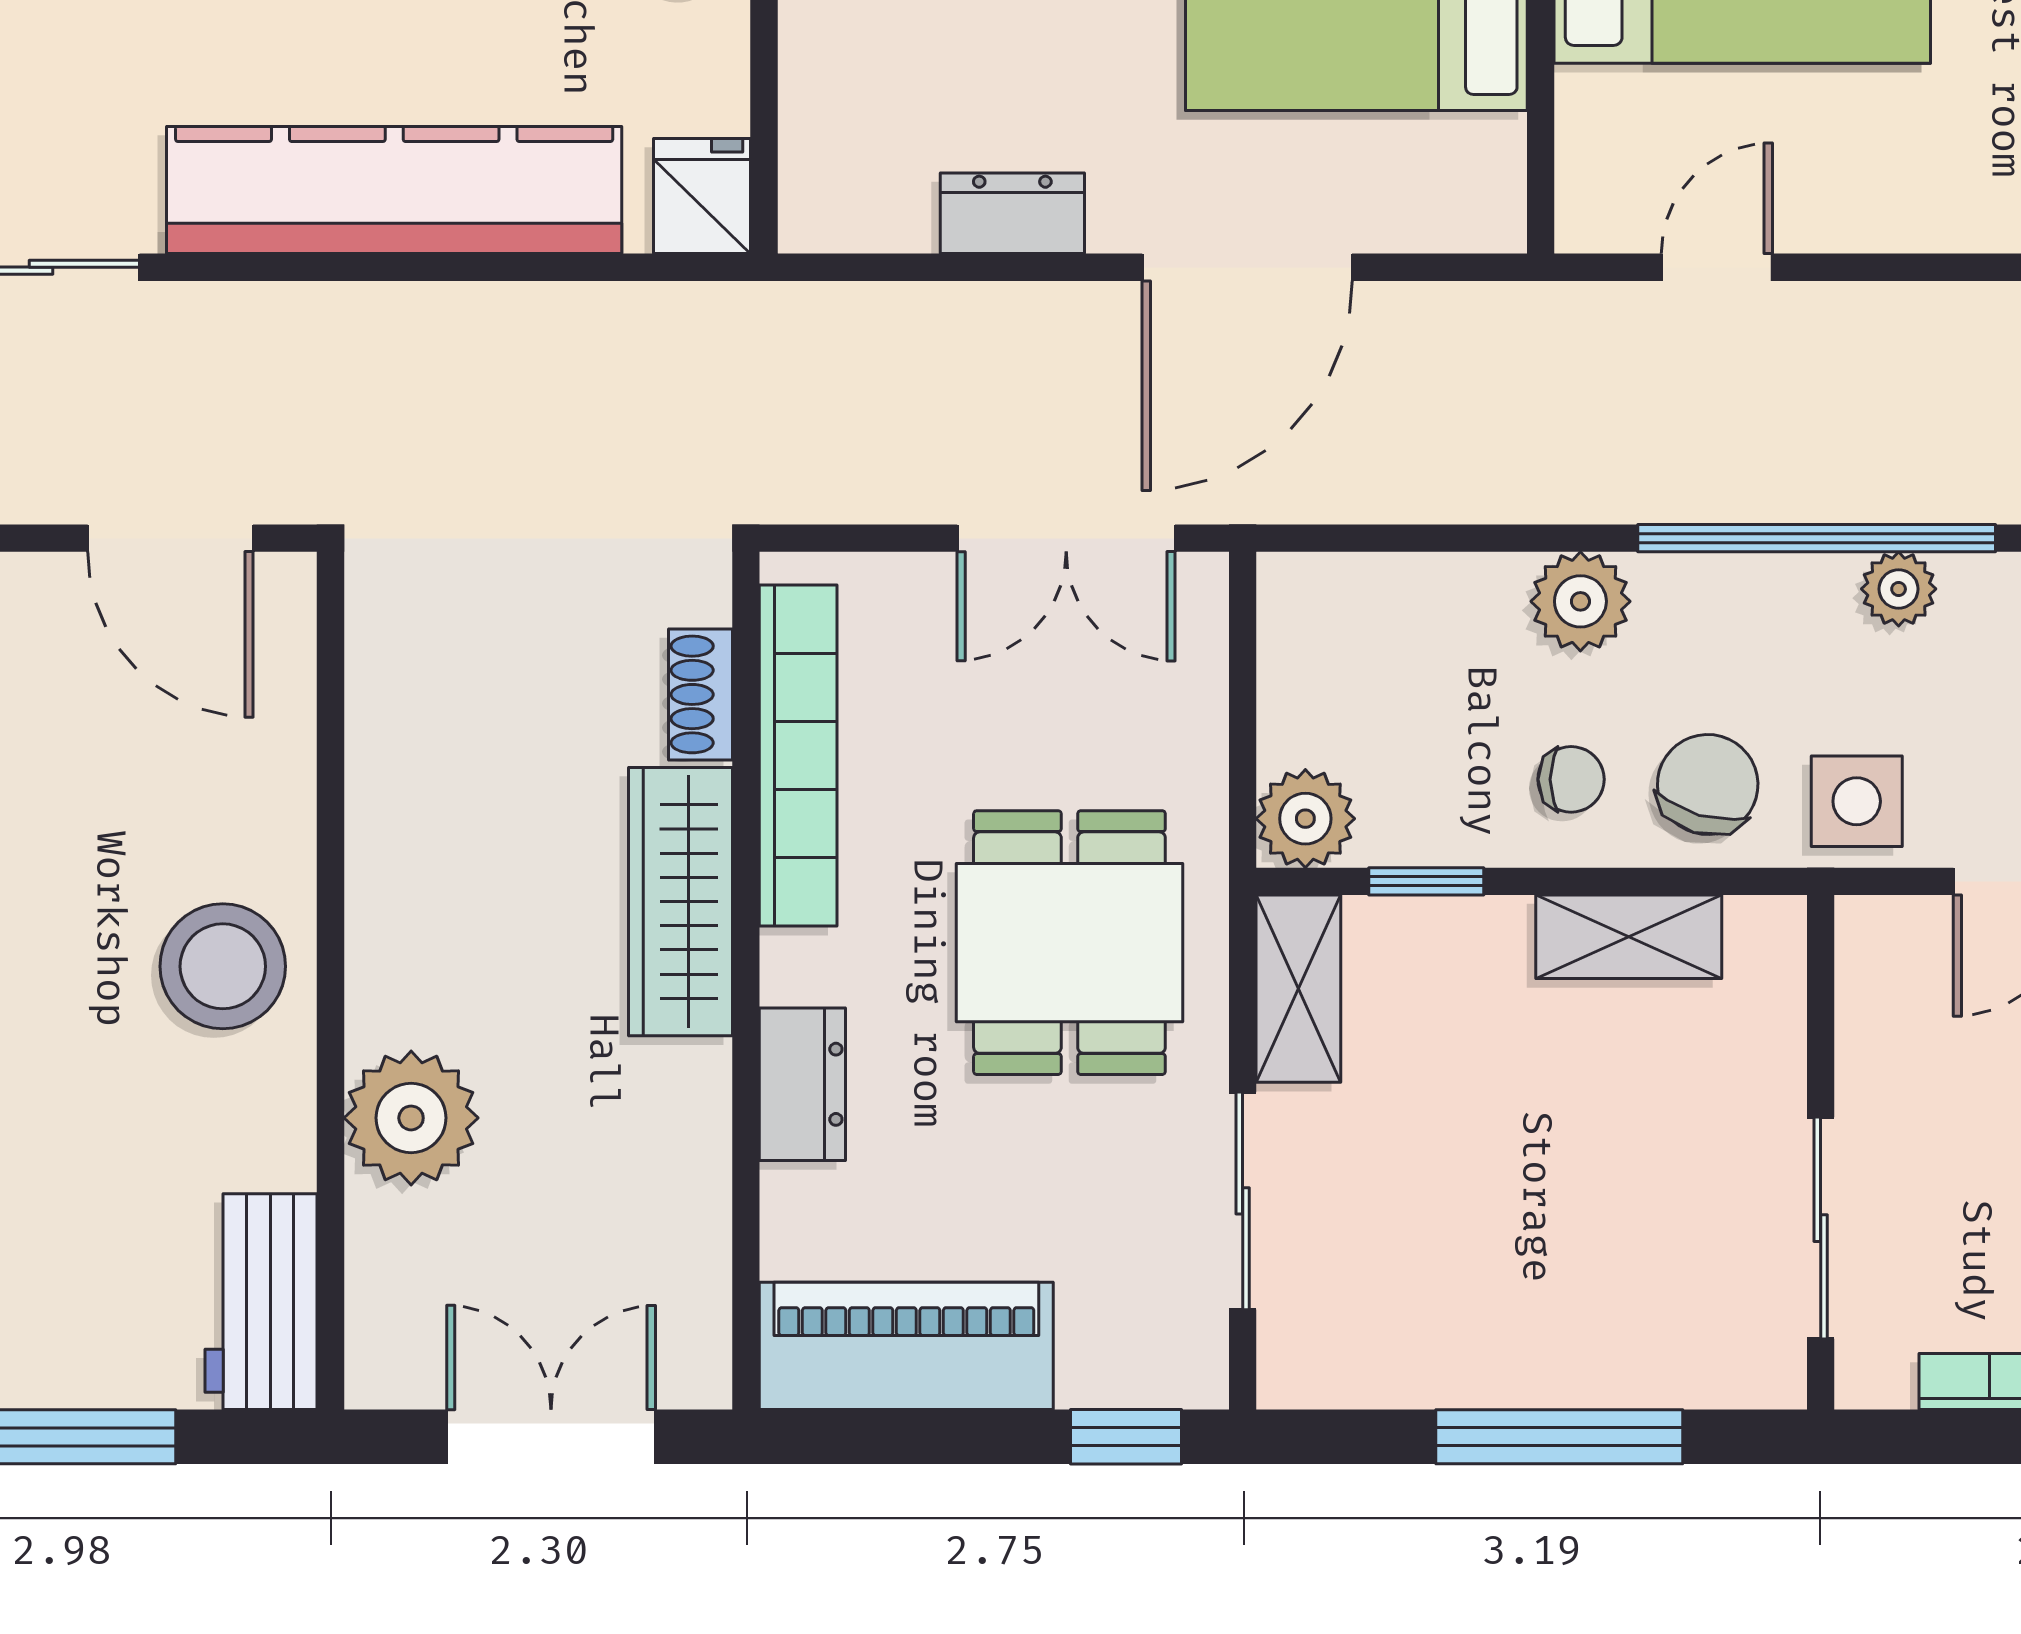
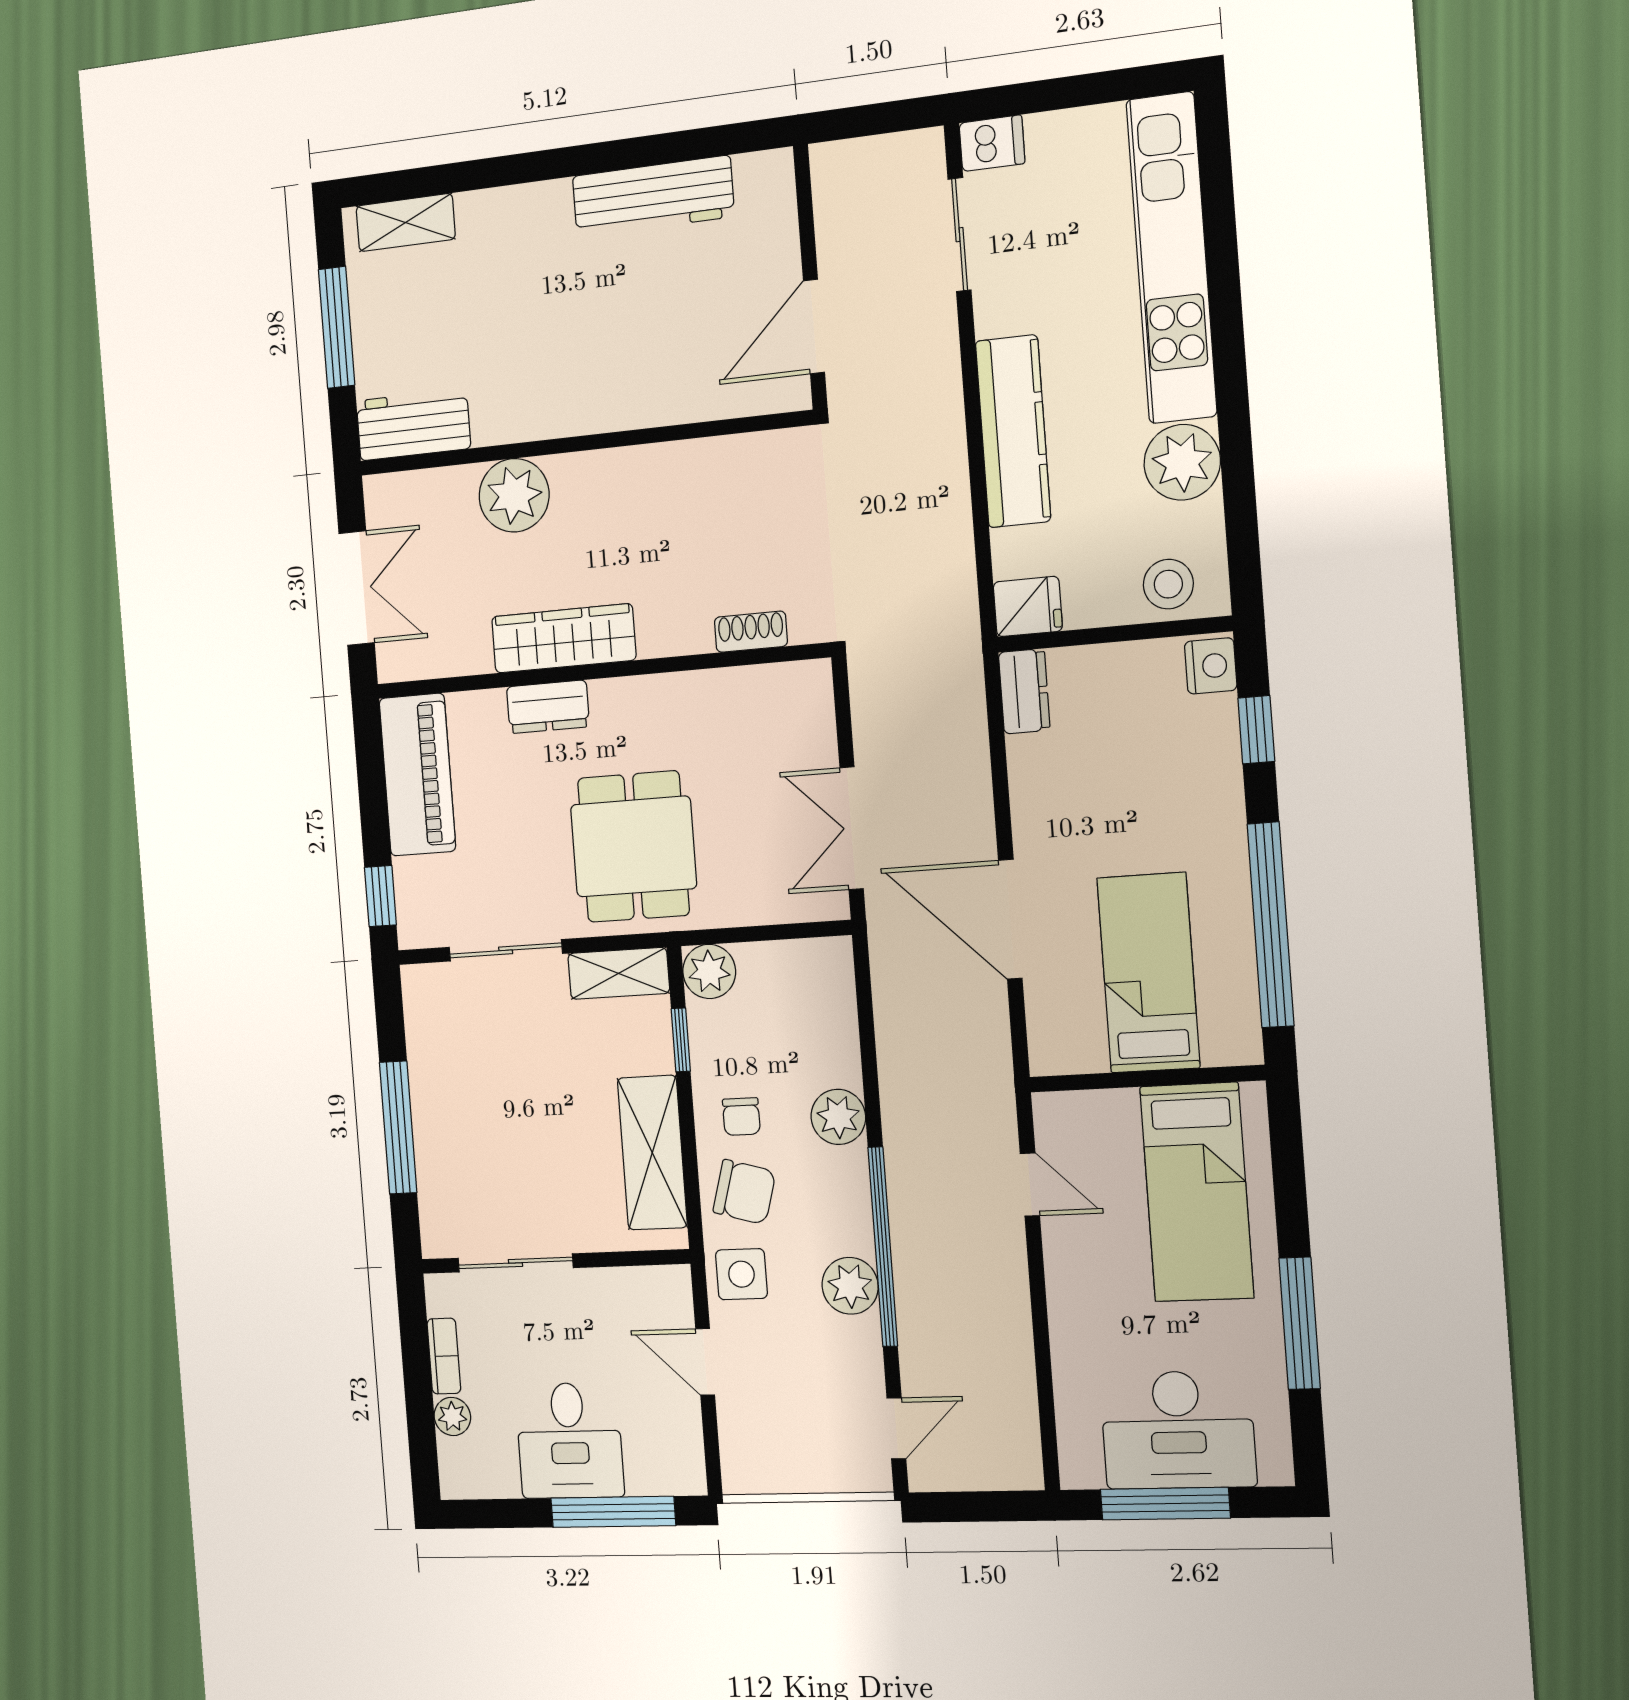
kitchen counter: (394, 190) -> (1013, 431), width x0.72, depth x0.86
dresser: (1012, 213) -> (1024, 691), moved
plant: (1899, 589) -> (850, 1286), width x1.38, depth x1.38
bookcase: (798, 756) -> (722, 689), removed
wardrobe: (680, 902) -> (564, 638), moved
shelving: (1629, 937) -> (652, 1153), width x1.50, depth x1.33
dining table: (1069, 943) -> (633, 847), turned 90
stool: (223, 966) -> (586, 383), removed

